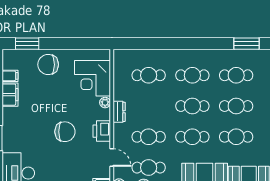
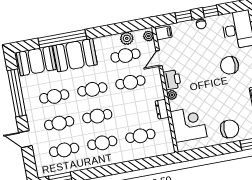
plant: (105, 103) -> (172, 95), moved
dresser: (119, 112) -> (162, 109), moved
chair: (65, 132) -> (229, 65), moved
door: (112, 157) -> (159, 58), hinge flipped

